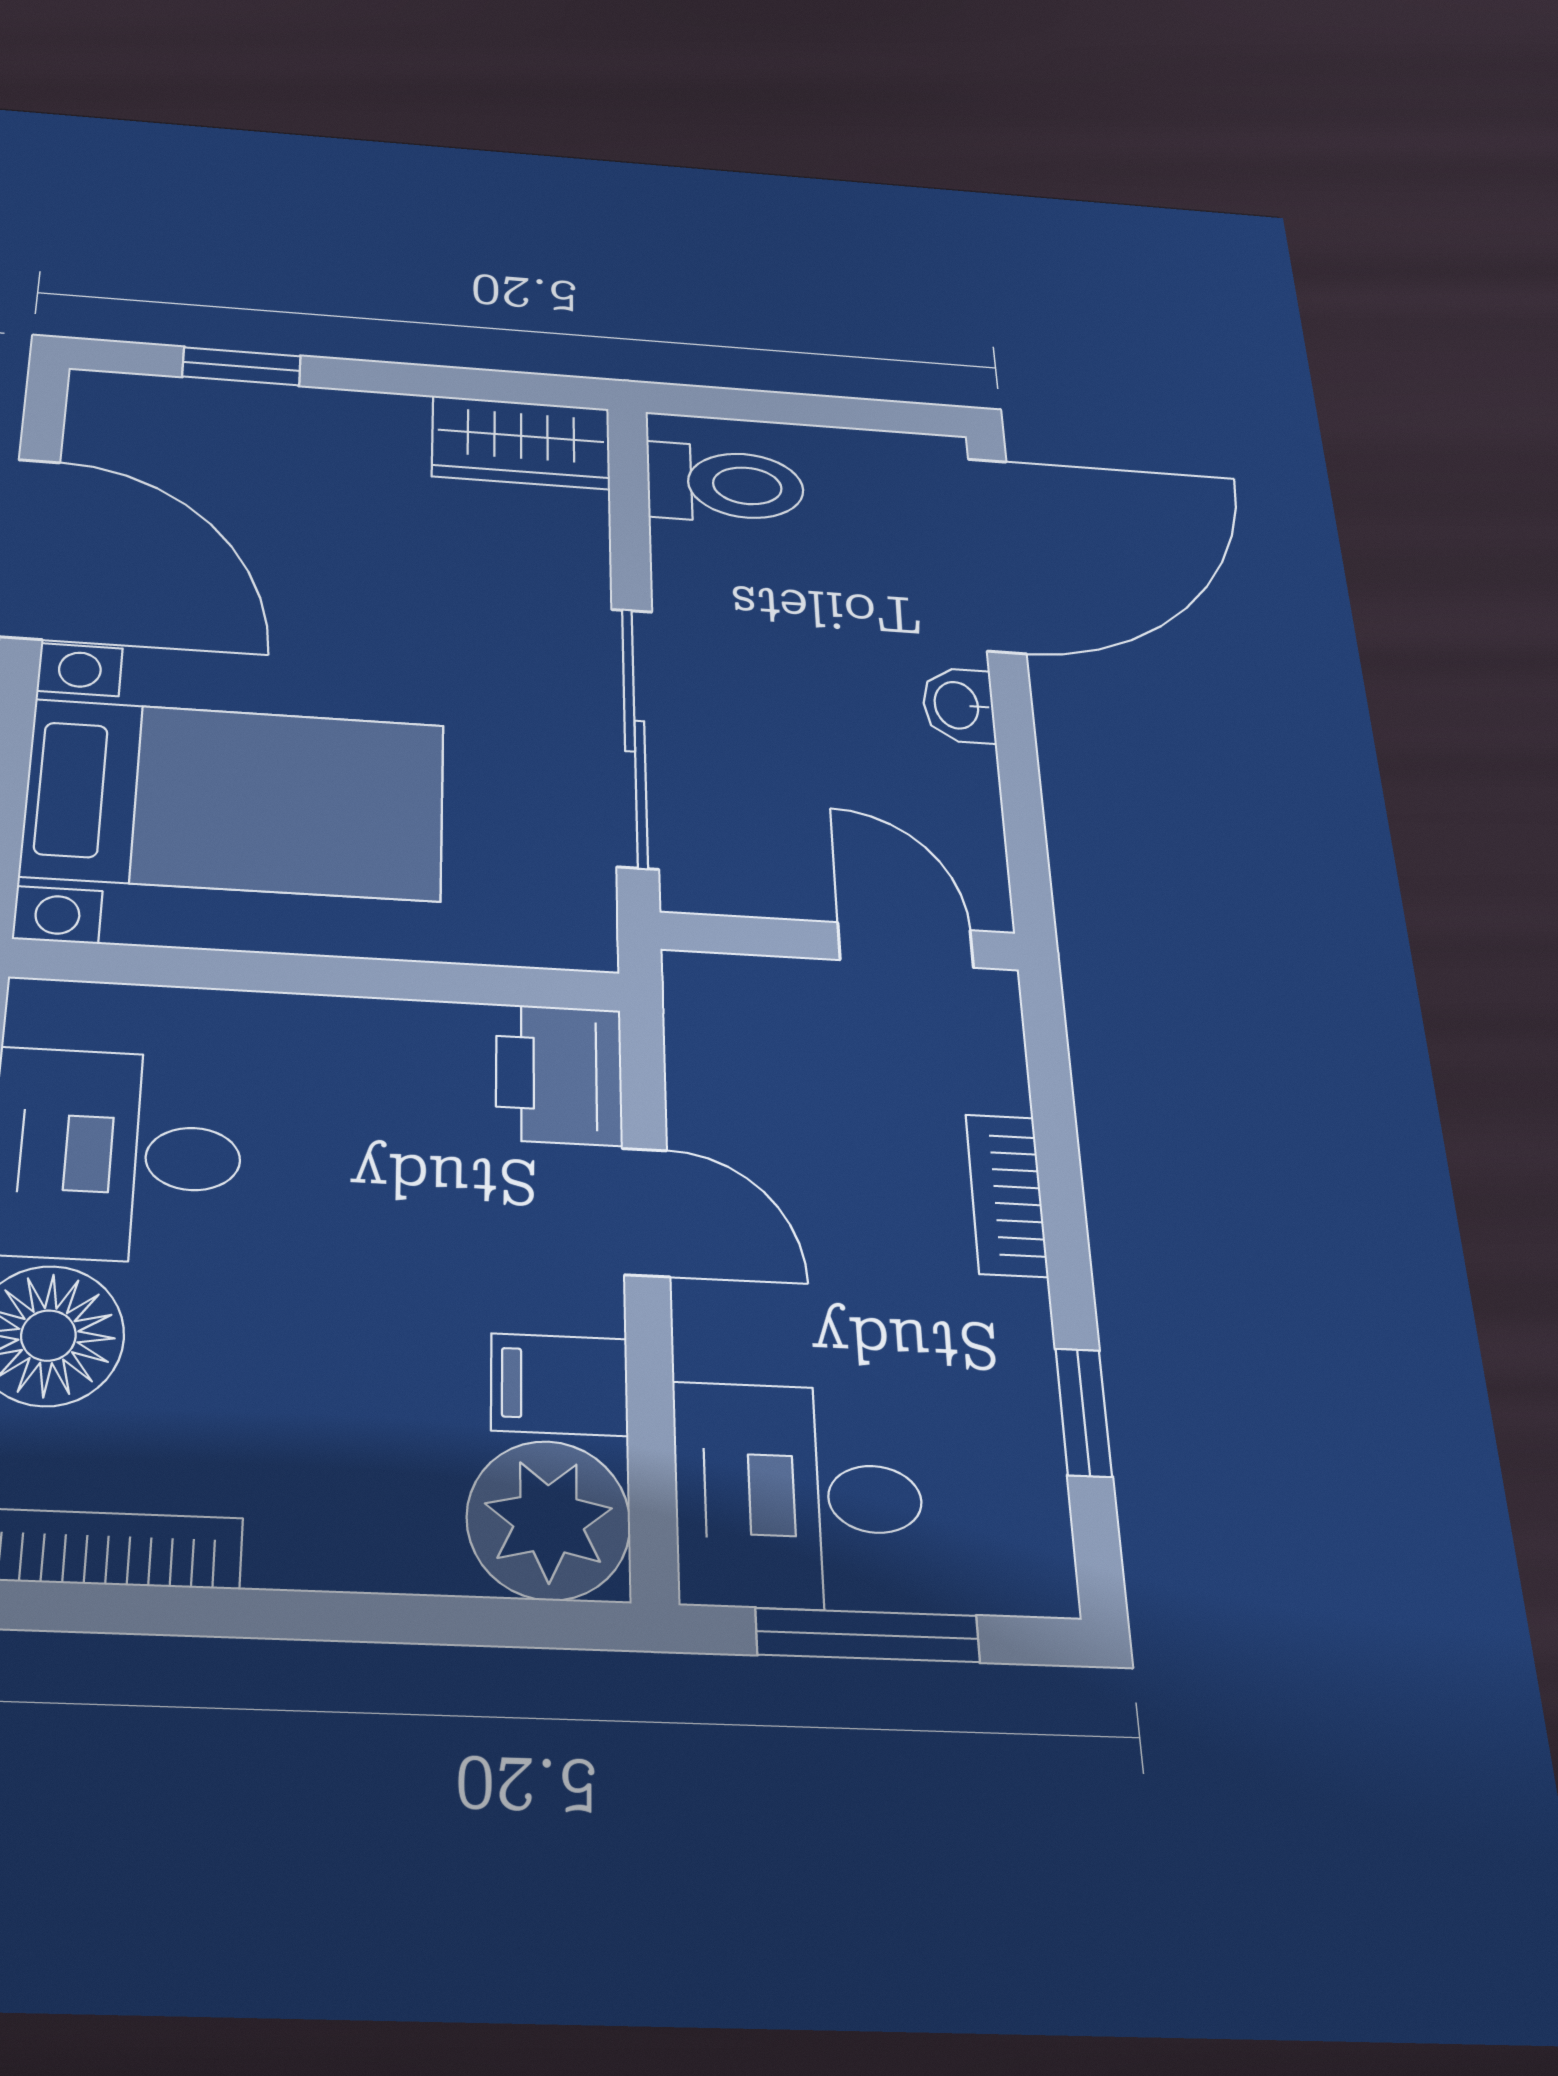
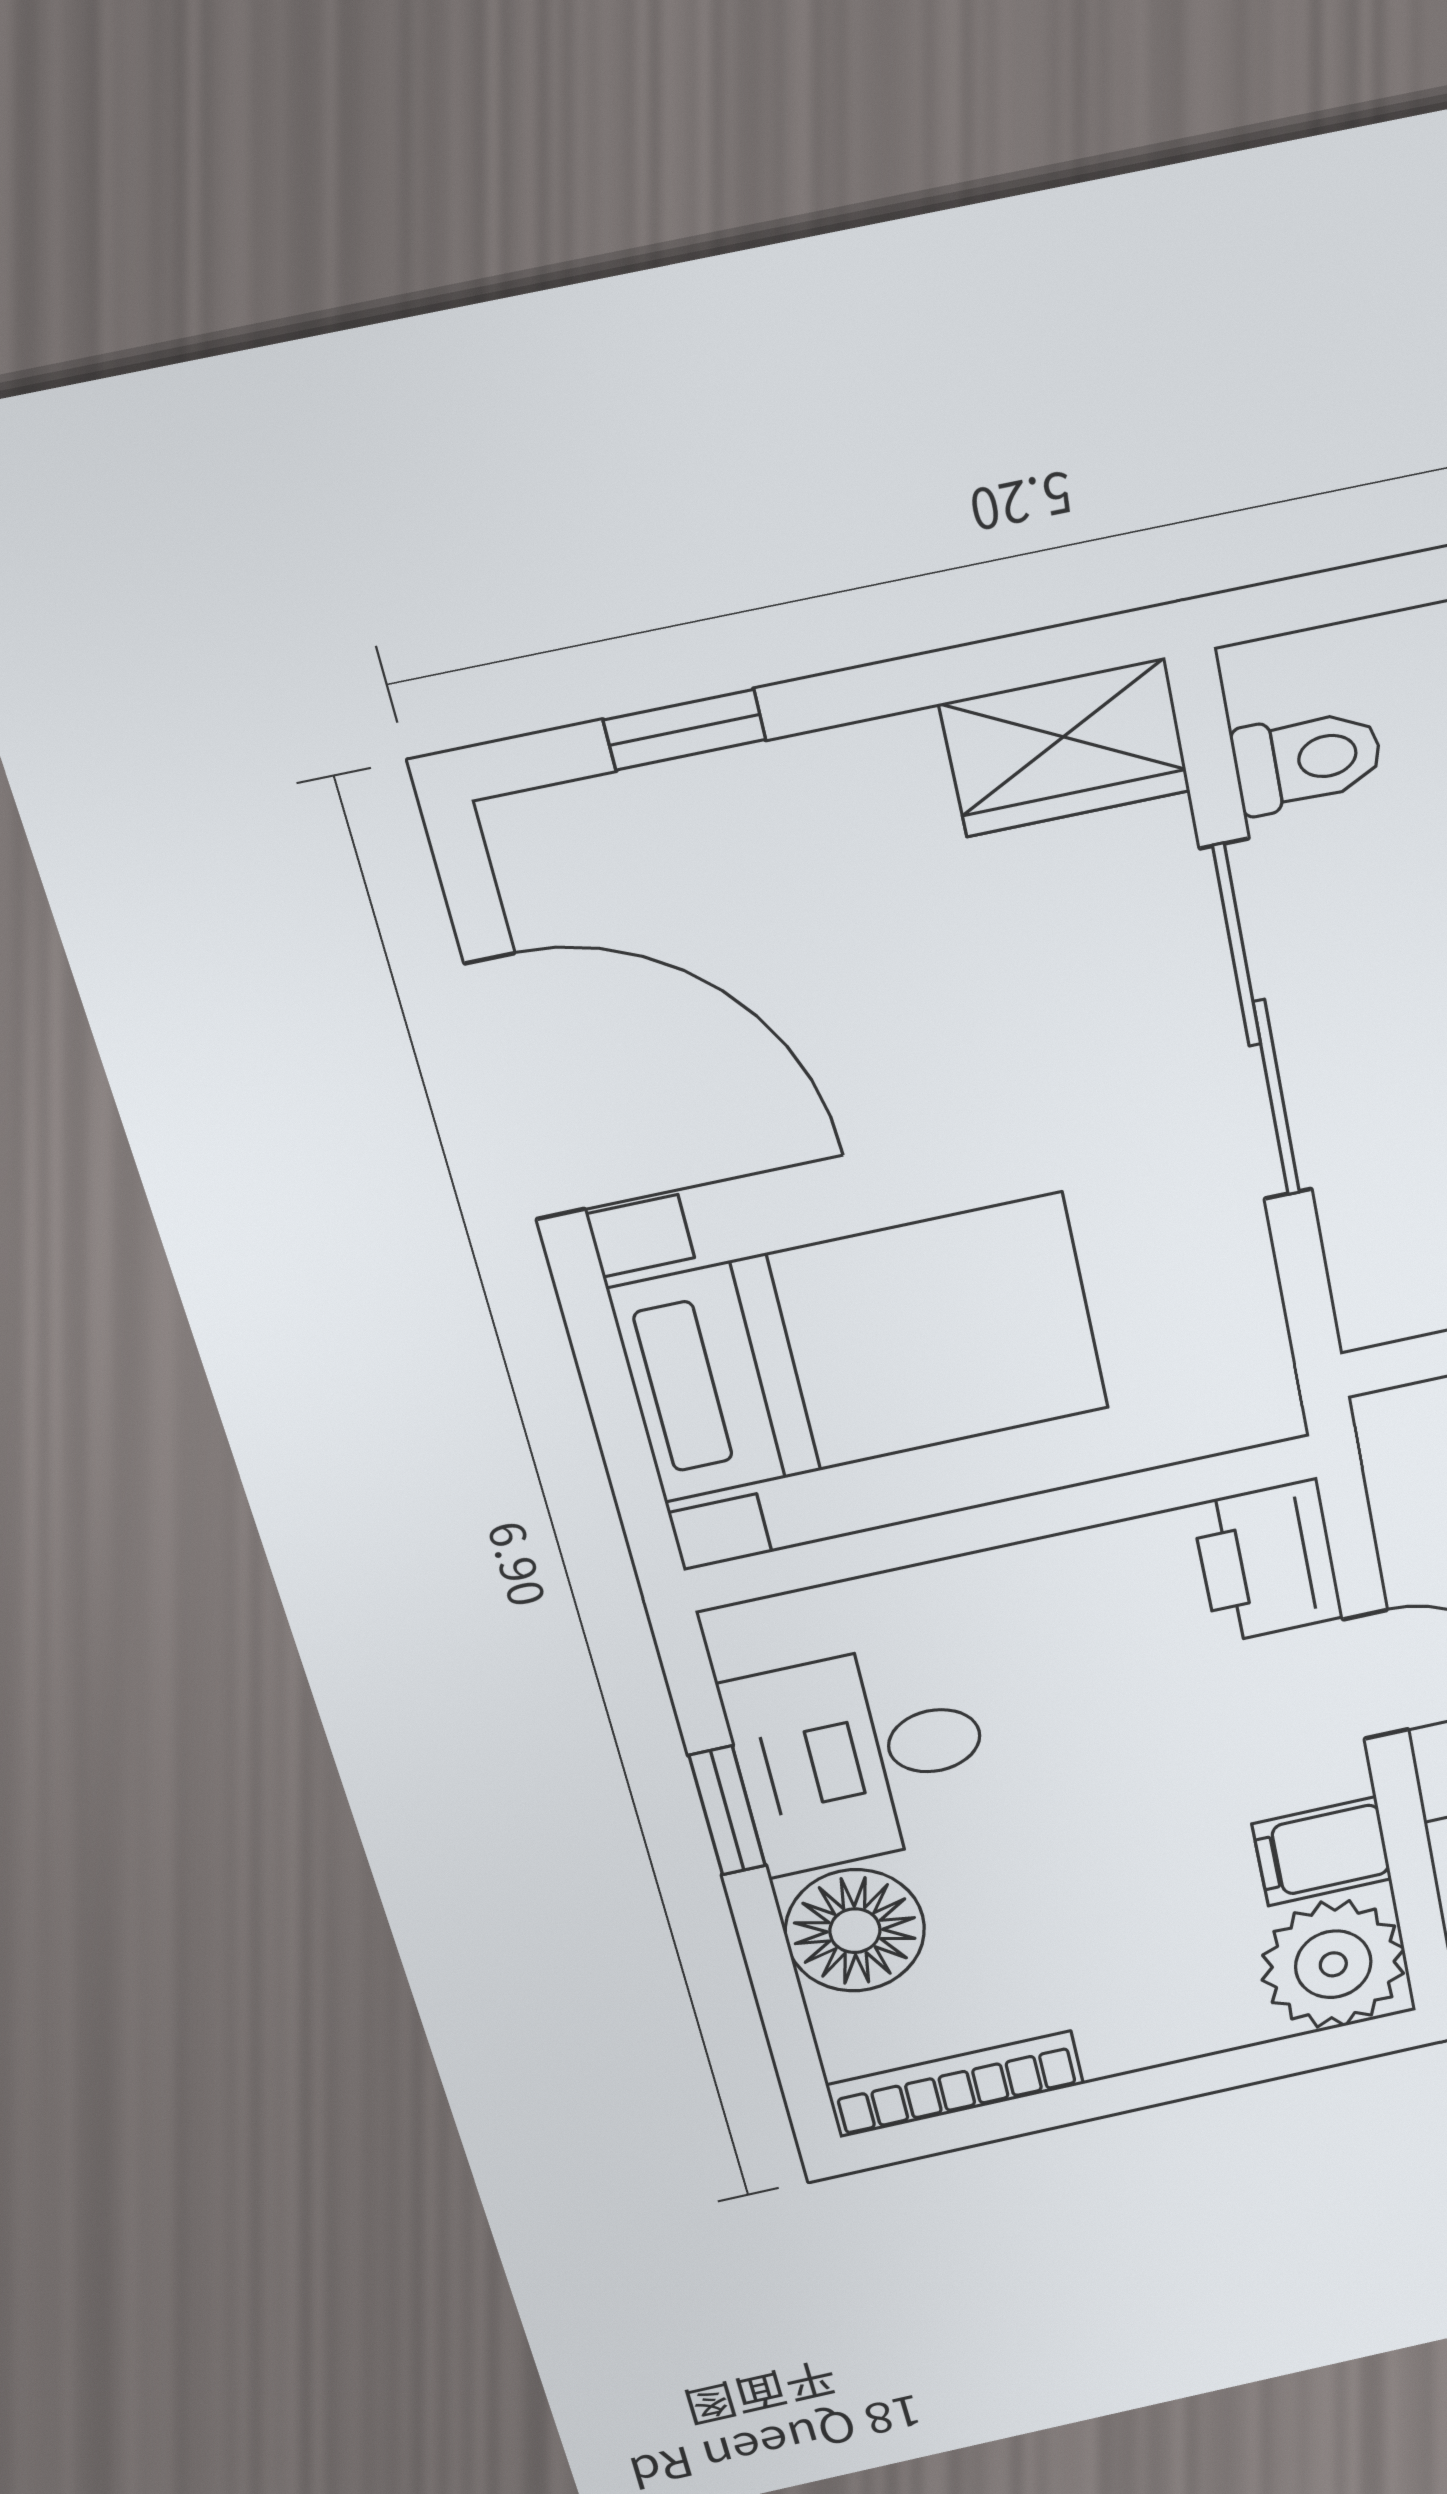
toilet: (725, 484) -> (1307, 760), width x0.73, depth x0.72
sliding door: (635, 736) -> (1257, 1023), moved

